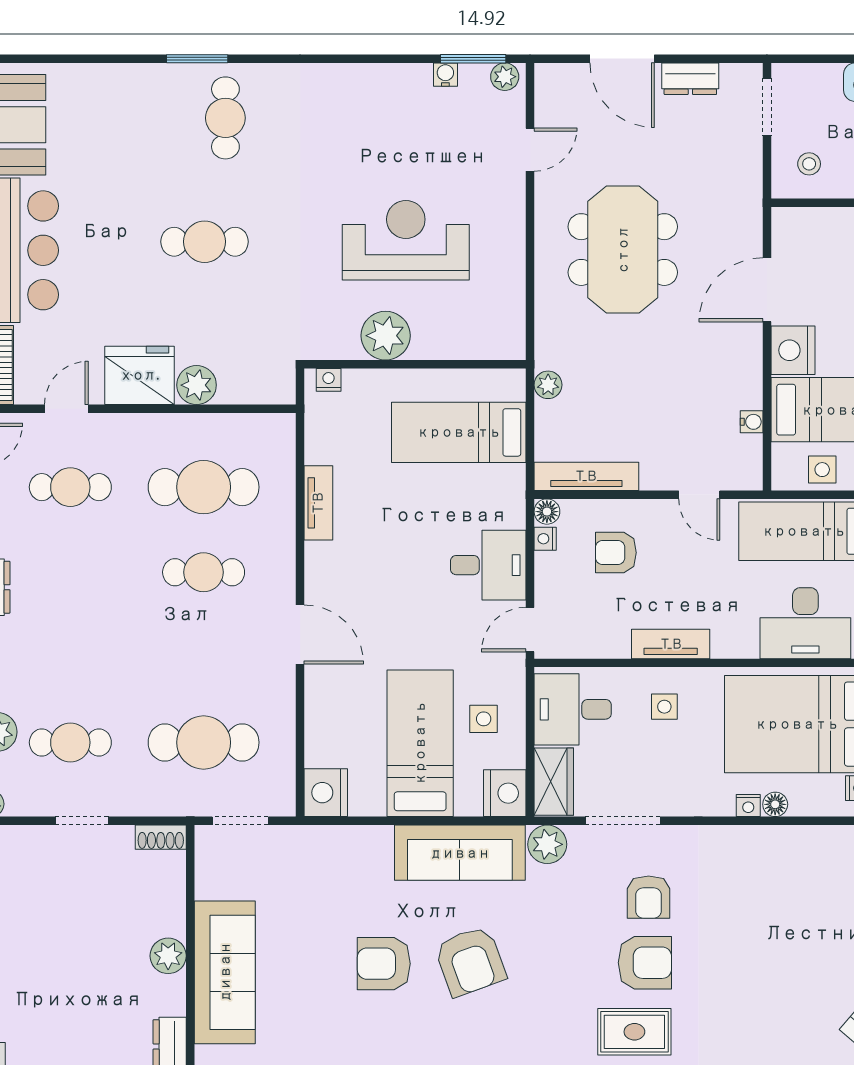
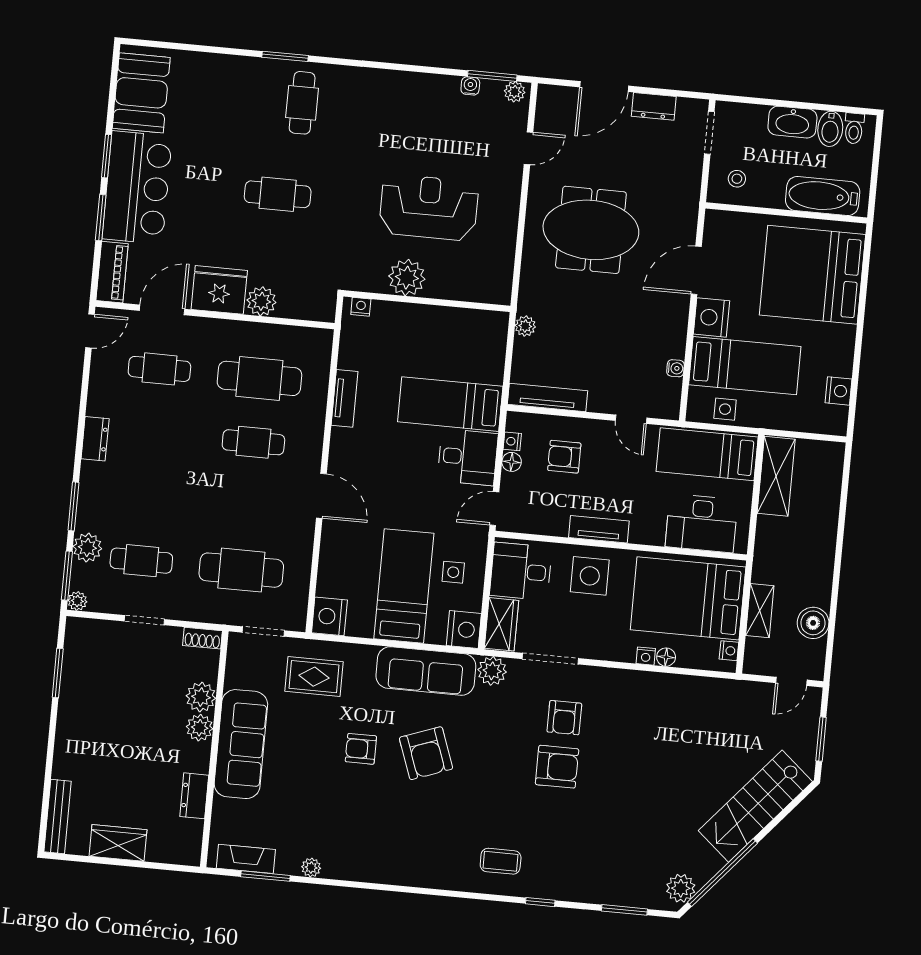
door: (622, 59) -> (604, 86), hinge flipped
meeting table: (623, 250) -> (591, 230), turned 90
door: (66, 409) -> (162, 310), width x1.38
bed: (459, 432) -> (450, 404), moved
floor lamp: (547, 512) -> (512, 462), moved
side table: (664, 707) -> (590, 576), width x1.87, depth x1.87
plant: (166, 915) -> (201, 697), added
armchair: (384, 964) -> (361, 749), width x0.72, depth x0.72
rug: (634, 1032) -> (314, 677), moved

